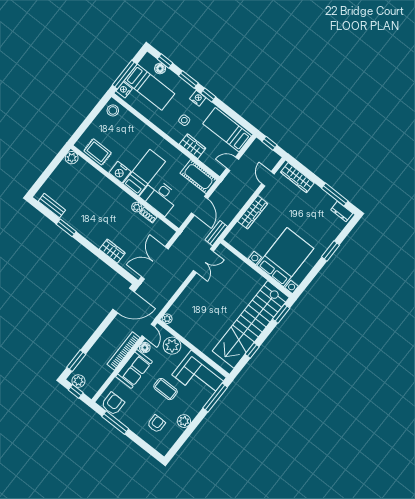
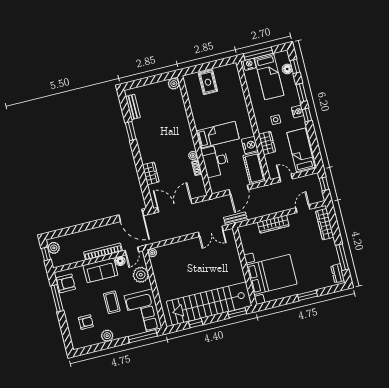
stool: (113, 110) -> (230, 73), removed
rug: (98, 152) -> (208, 82), moved
nightstand: (120, 172) -> (250, 145), moved, turned 180
window: (76, 361) -> (64, 232), removed

